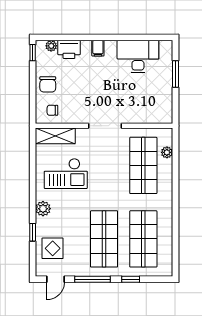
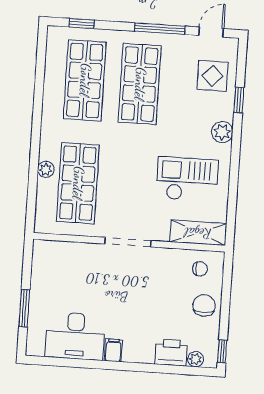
filing cabinet: (98, 48) -> (113, 350), moved
plant: (167, 152) -> (46, 169), moved
window: (131, 279) -> (82, 24), moved

